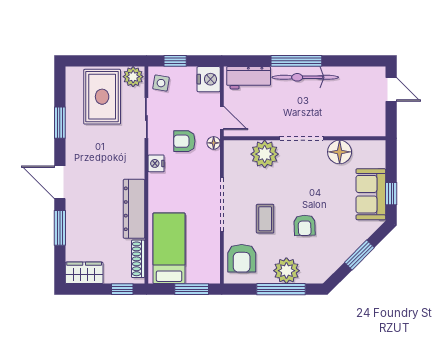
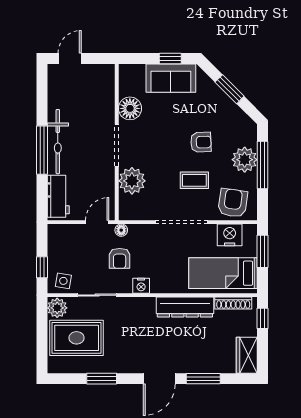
nightstand: (209, 79) -> (230, 235), moved
armchair: (242, 258) -> (233, 203), turned -82

